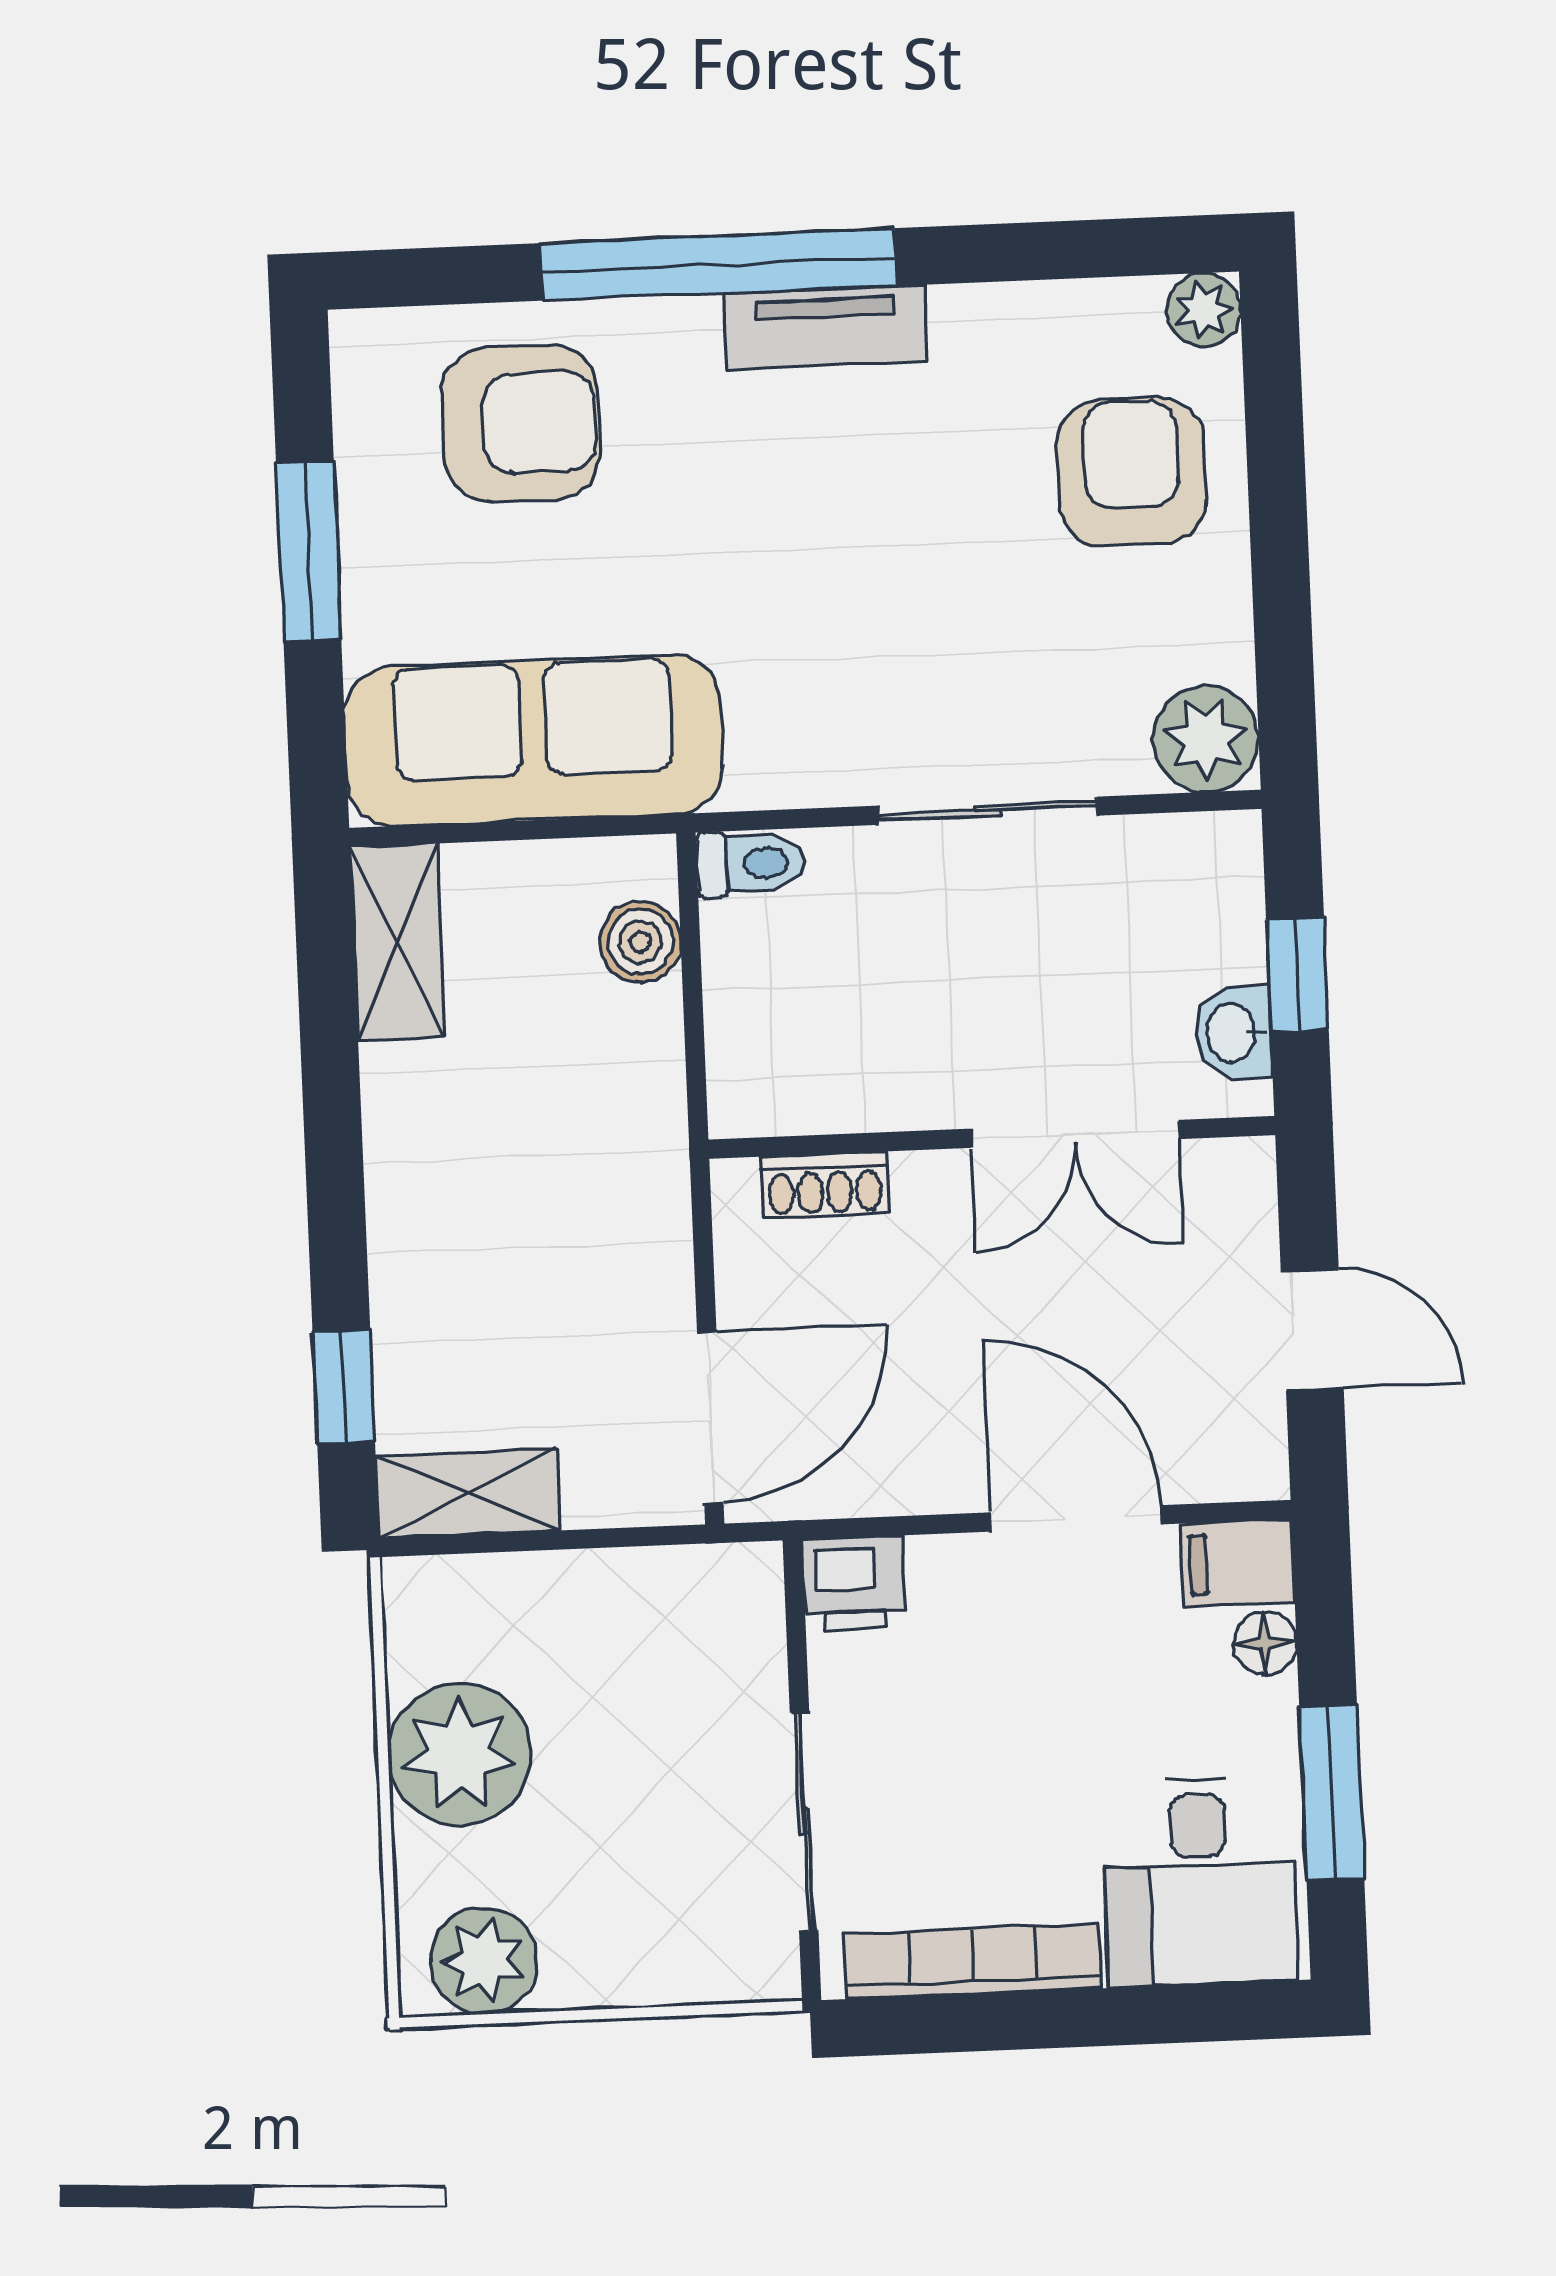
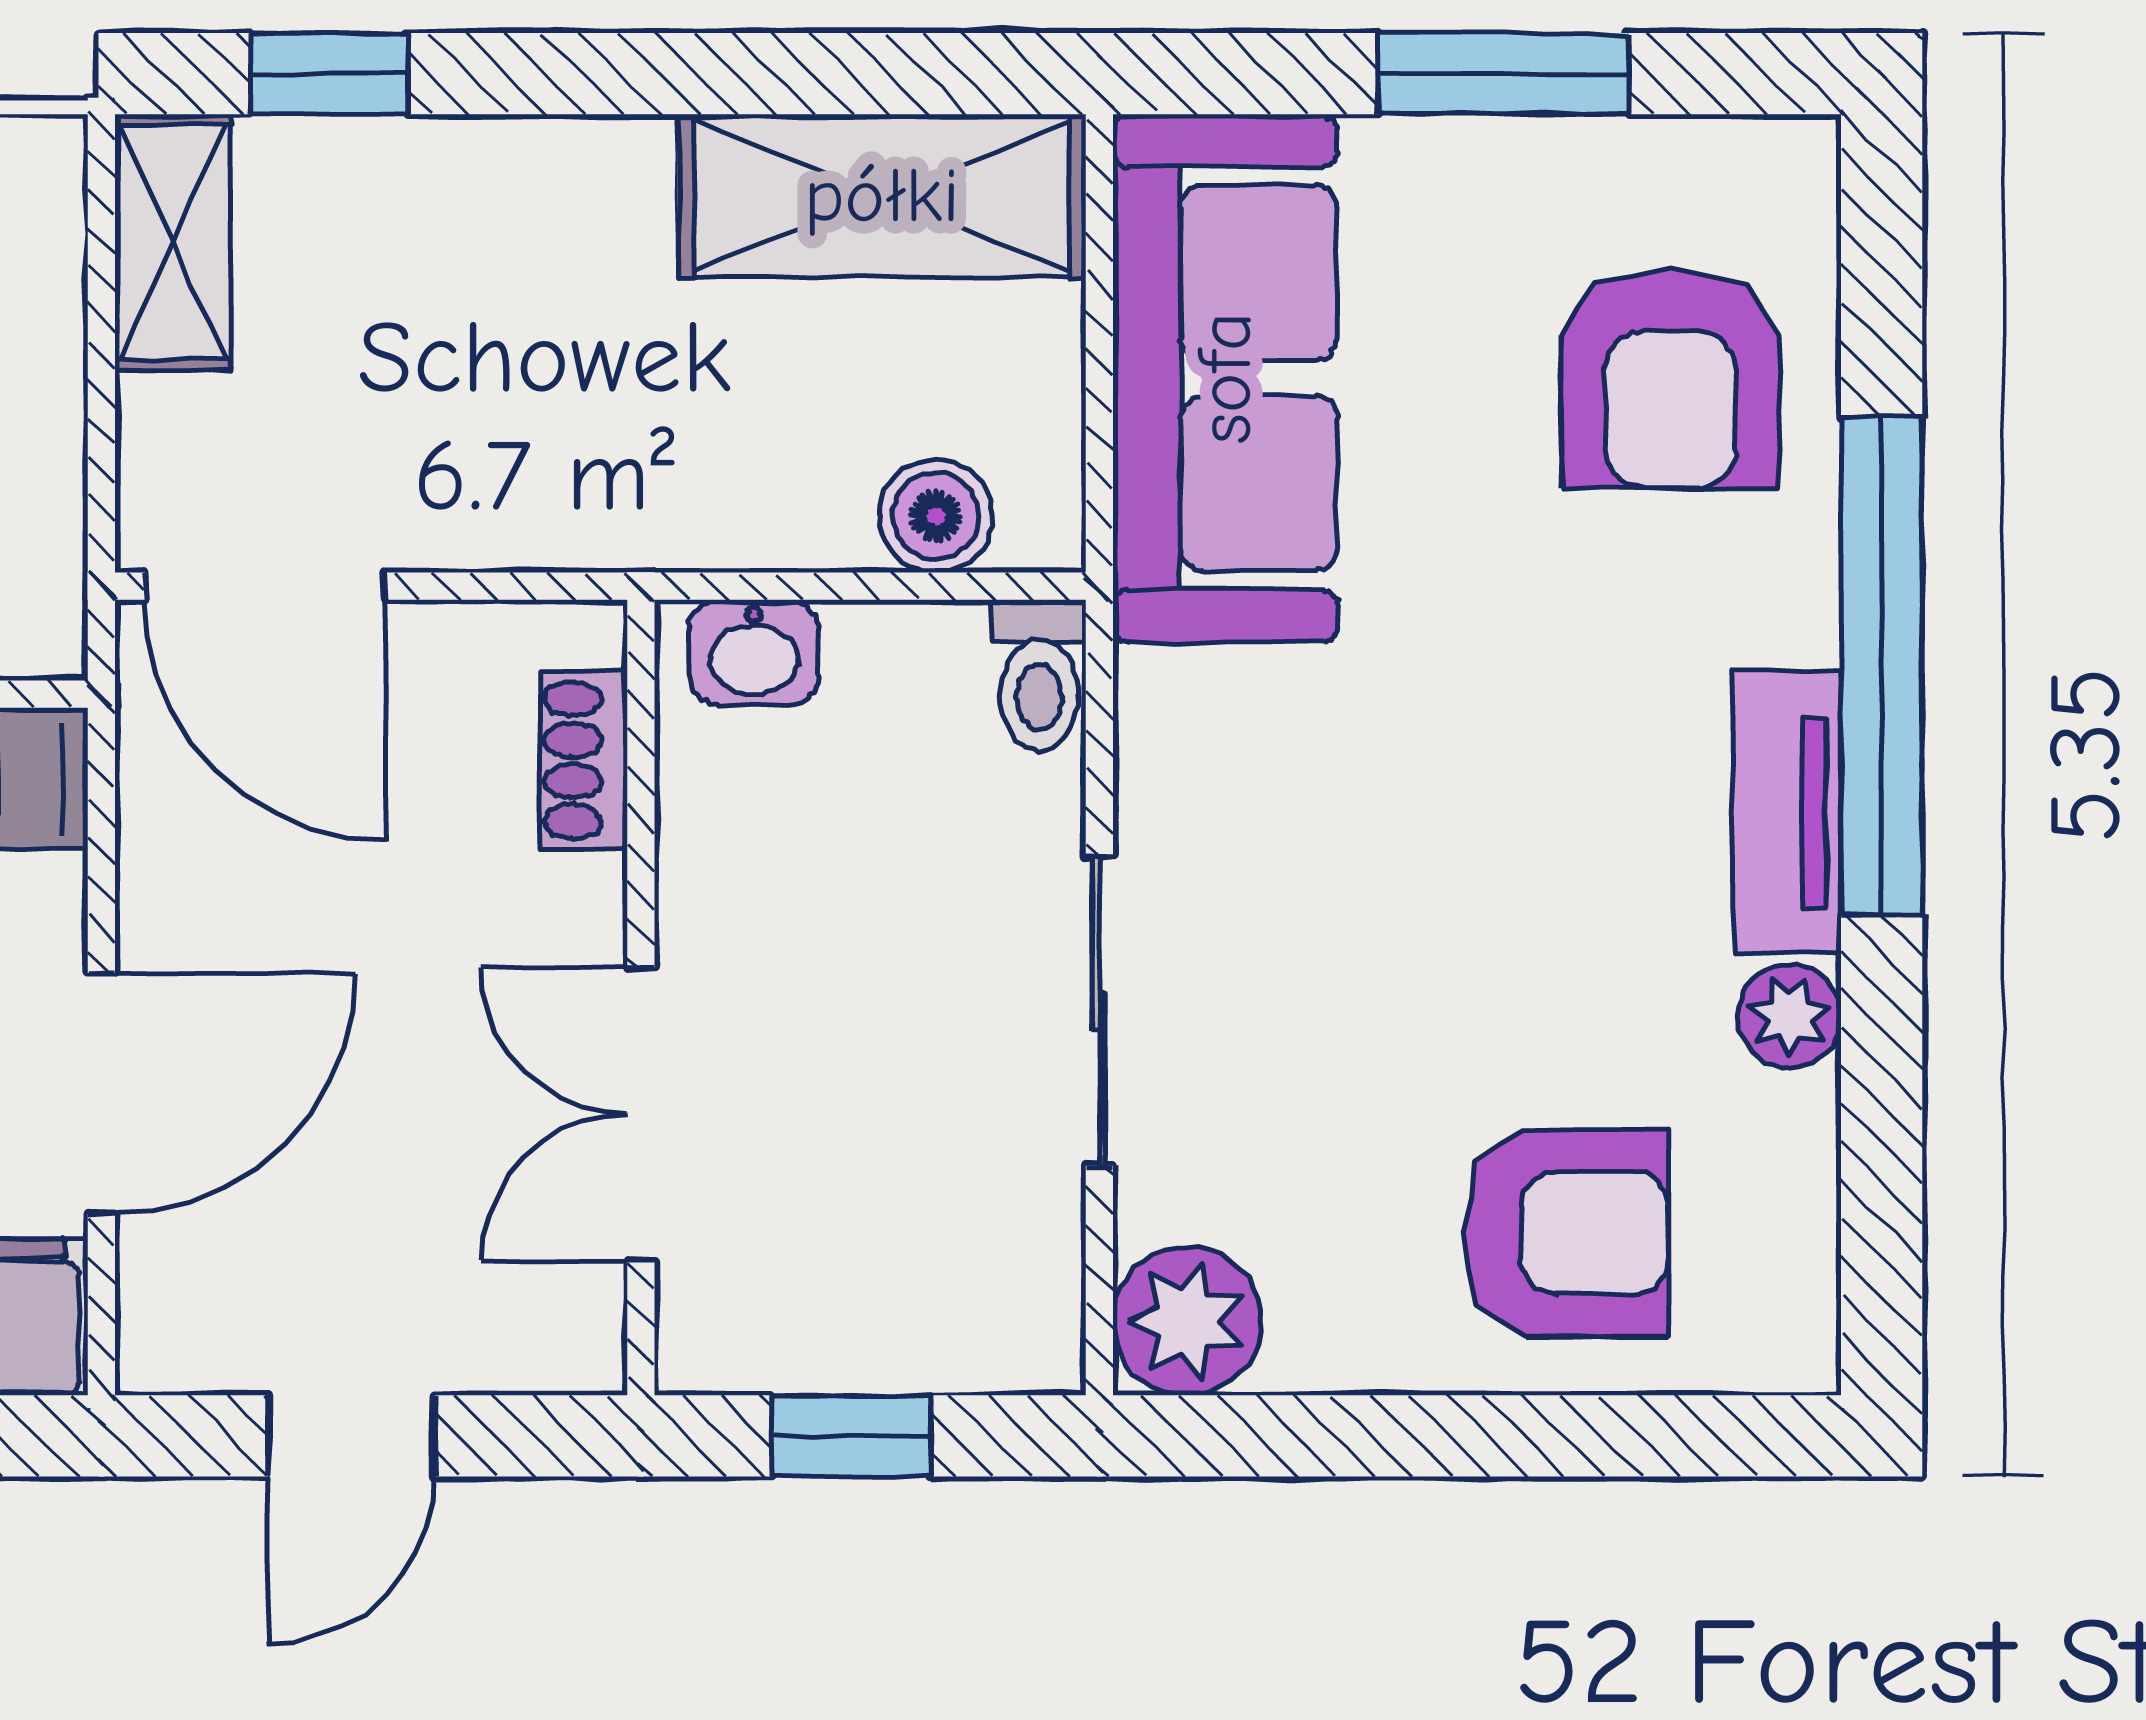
plant: (1204, 310) -> (1789, 1016), moved
shelving: (398, 942) -> (882, 196), width x1.50, depth x1.33
washbasin: (1233, 1033) -> (754, 652), moved, turned 180

